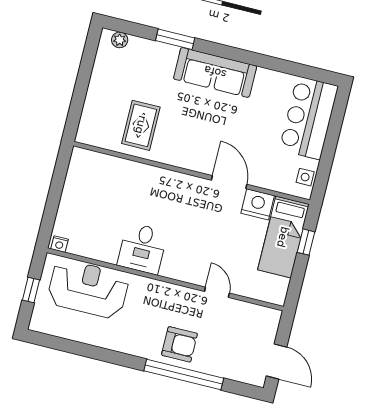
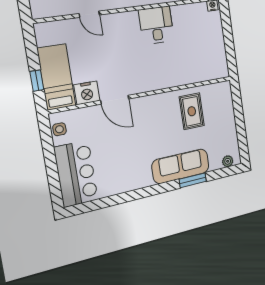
sofa: (215, 72) -> (181, 166), moved

